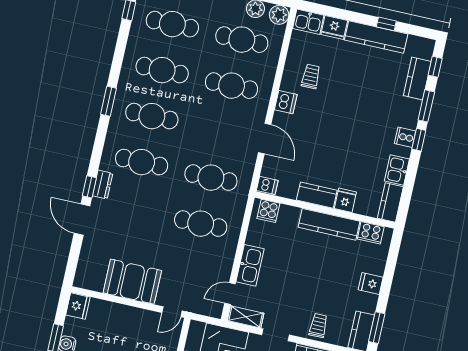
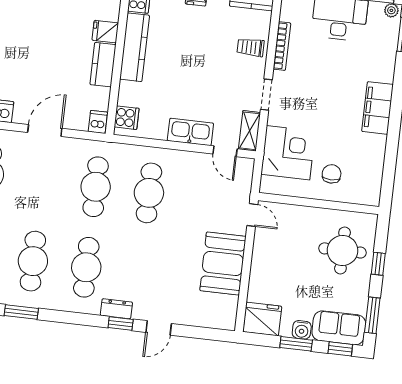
door: (82, 220) -> (159, 328), width x0.73
fridge: (78, 306) -> (262, 319), width x1.36, depth x1.34

